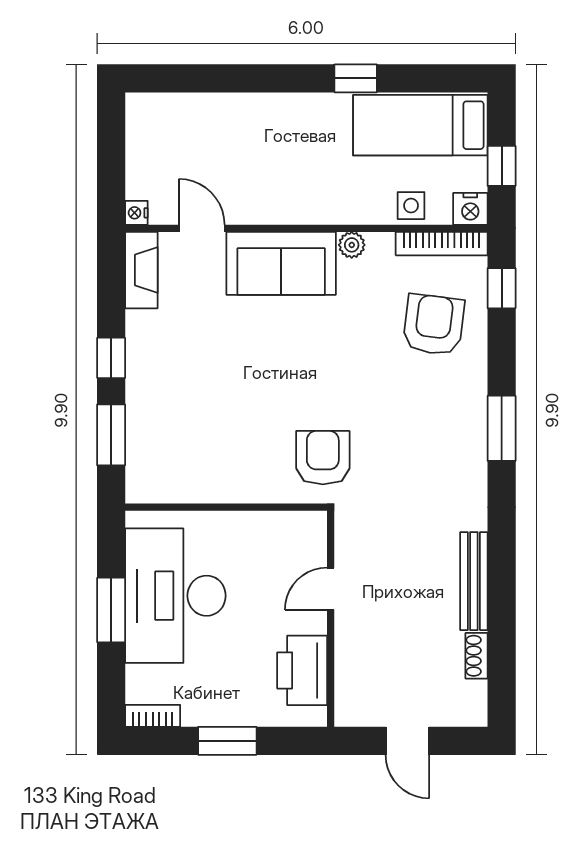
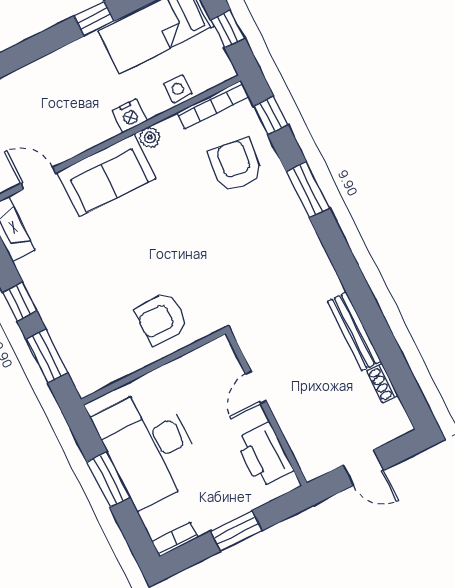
nightstand: (470, 209) -> (130, 116), moved
window: (502, 428) -> (308, 190), moved
armchair: (323, 458) -> (161, 318), moved, turned -90

